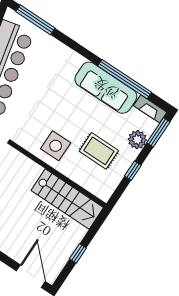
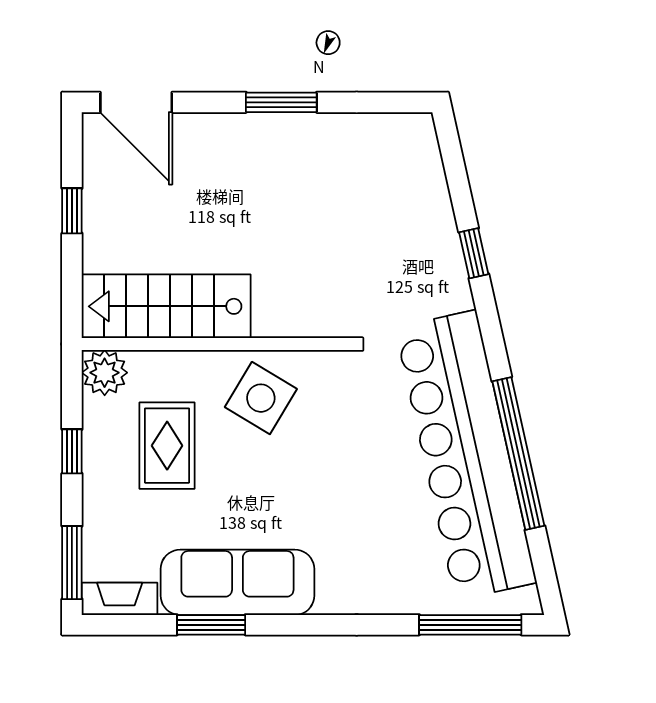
window: (125, 79) -> (211, 625), width x0.47
plant: (137, 140) -> (105, 373), moved
side table: (56, 146) -> (261, 398), turned 31
rug: (99, 151) -> (167, 446), turned 90

